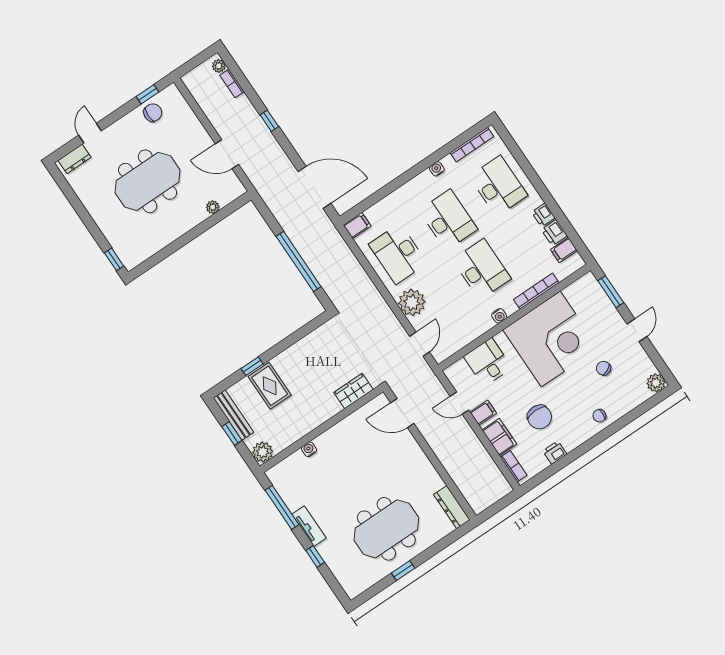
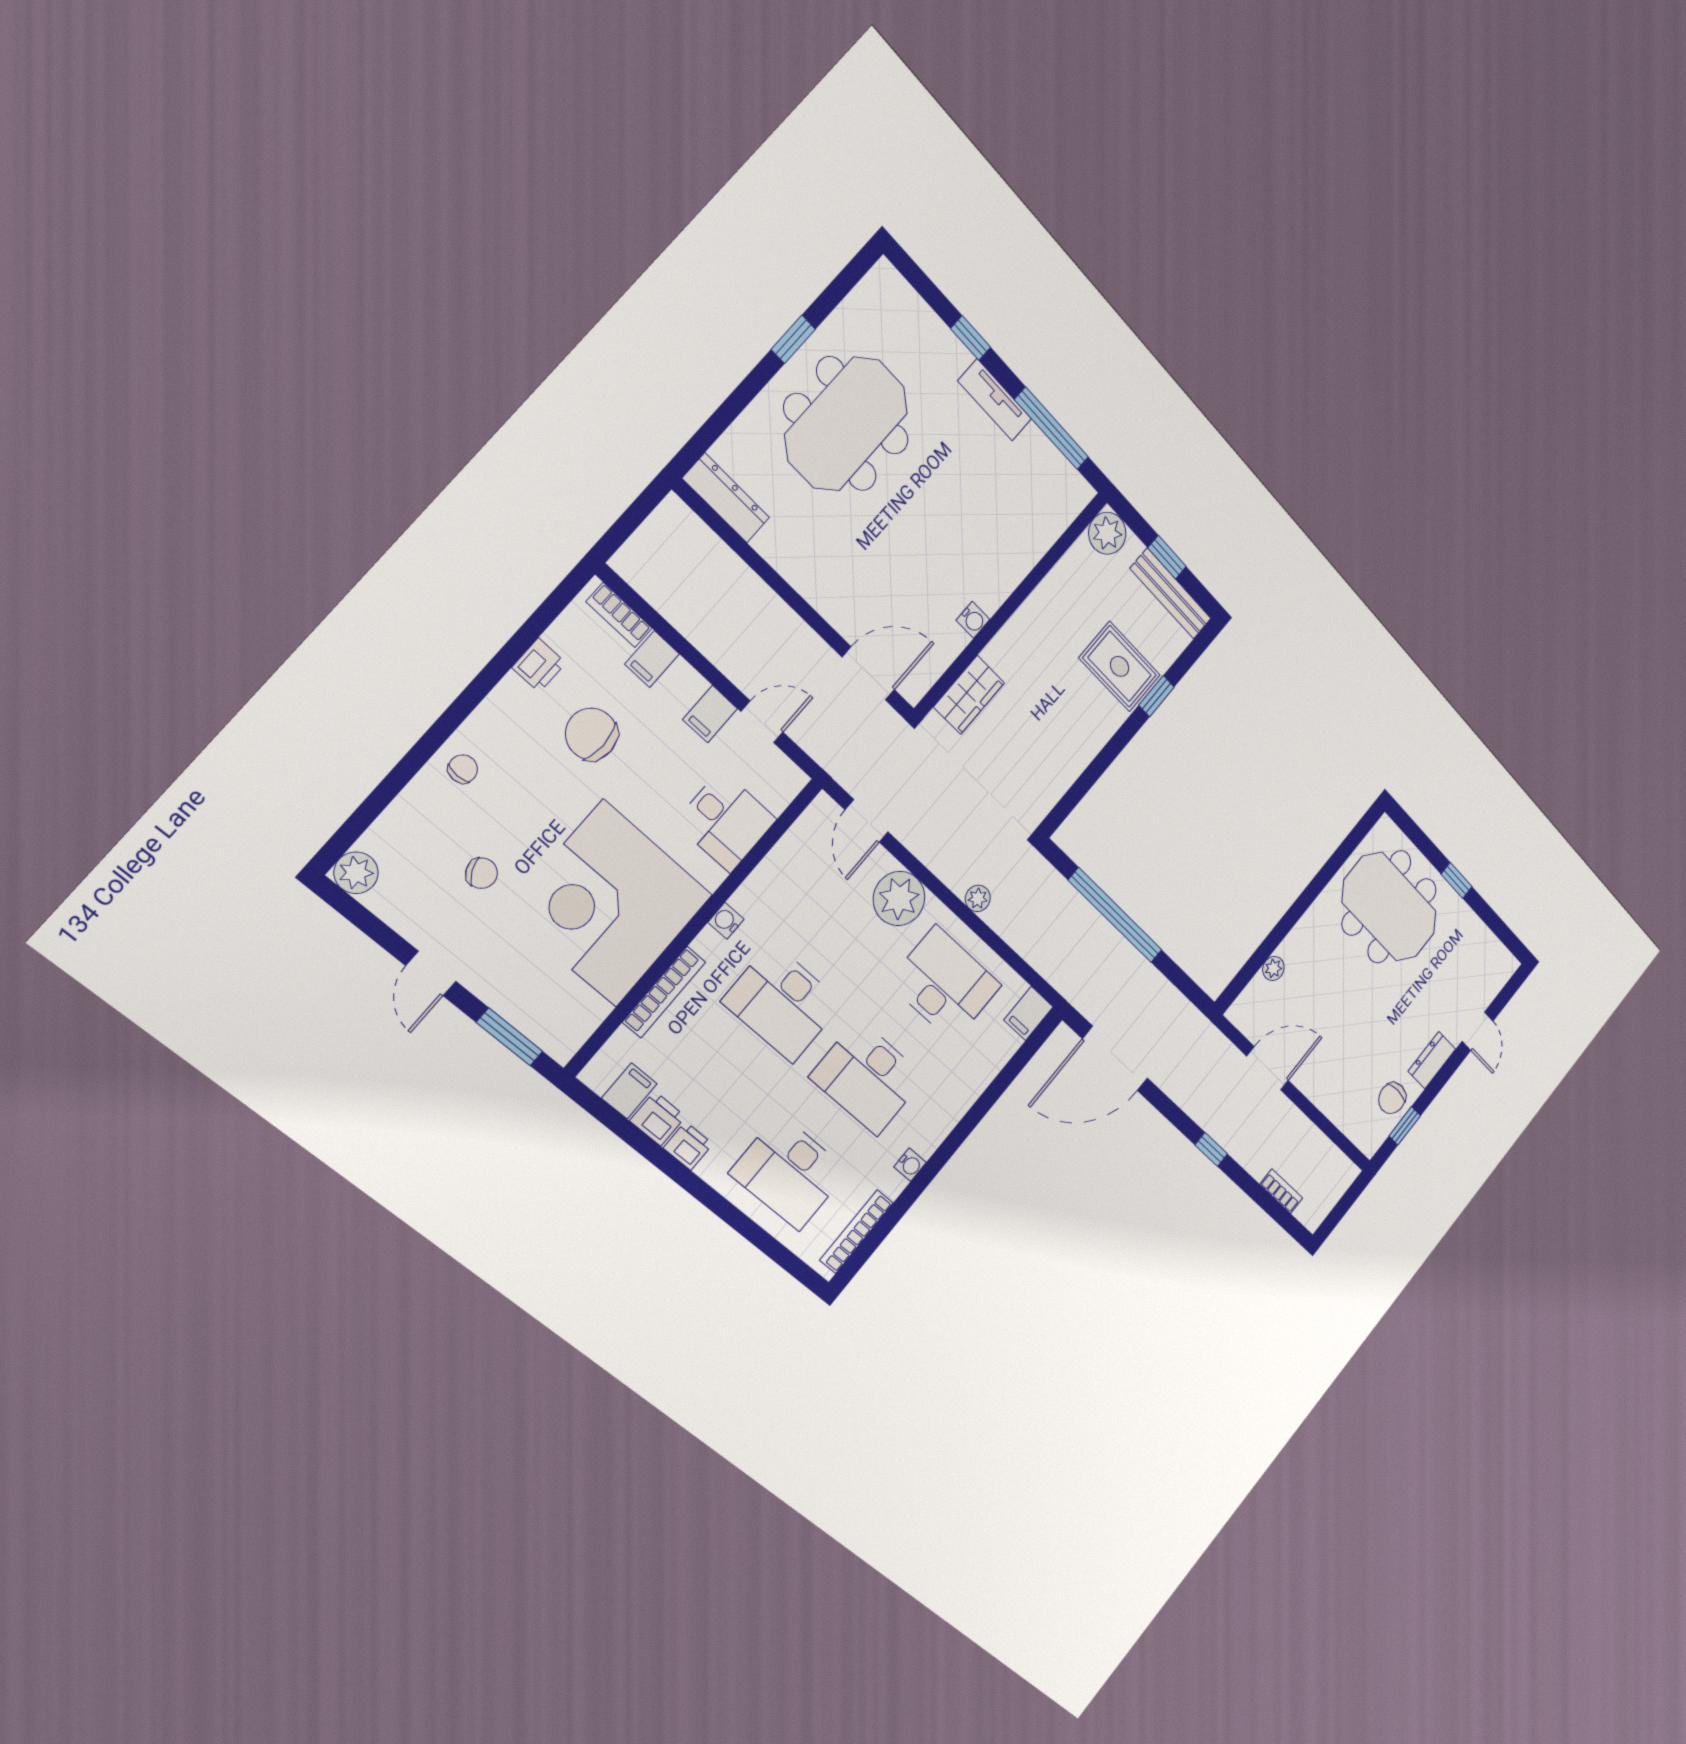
plant: (219, 66) -> (978, 898), moved
dresser: (75, 159) -> (1432, 1060), moved
meeting table: (148, 181) -> (1389, 907), moved, turned 90
window: (114, 259) -> (1457, 880), moved
filing cabinet: (499, 437) -> (652, 659), width x0.50
water cooler: (309, 449) -> (973, 620), moved

